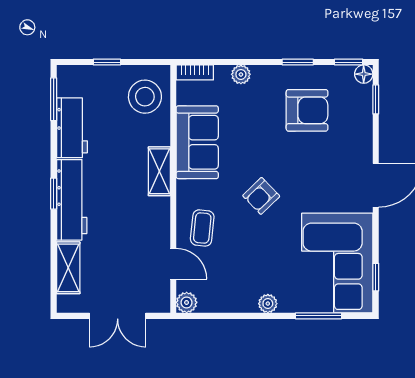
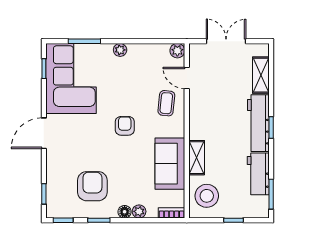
floor lamp: (364, 74) -> (125, 212), moved
armchair: (307, 110) -> (92, 186), turned 90
shelving: (159, 171) -> (197, 158), moved
armchair: (261, 196) -> (125, 126), turned -46

